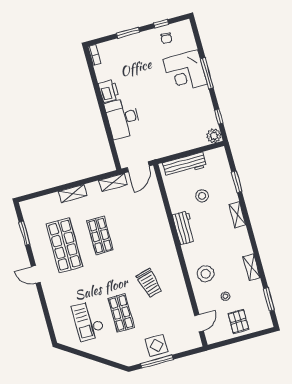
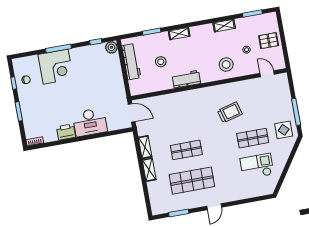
workbench: (185, 165) -> (131, 62), moved
shelving: (113, 182) -> (145, 147), moved
checkout: (88, 321) -> (257, 166), turned 180
display table: (157, 345) -> (284, 130), moved

